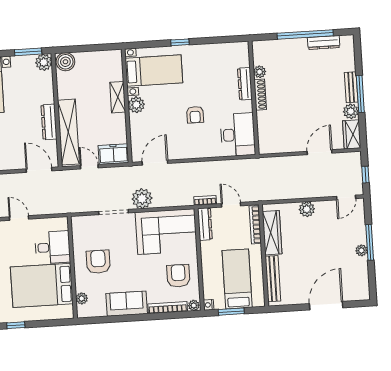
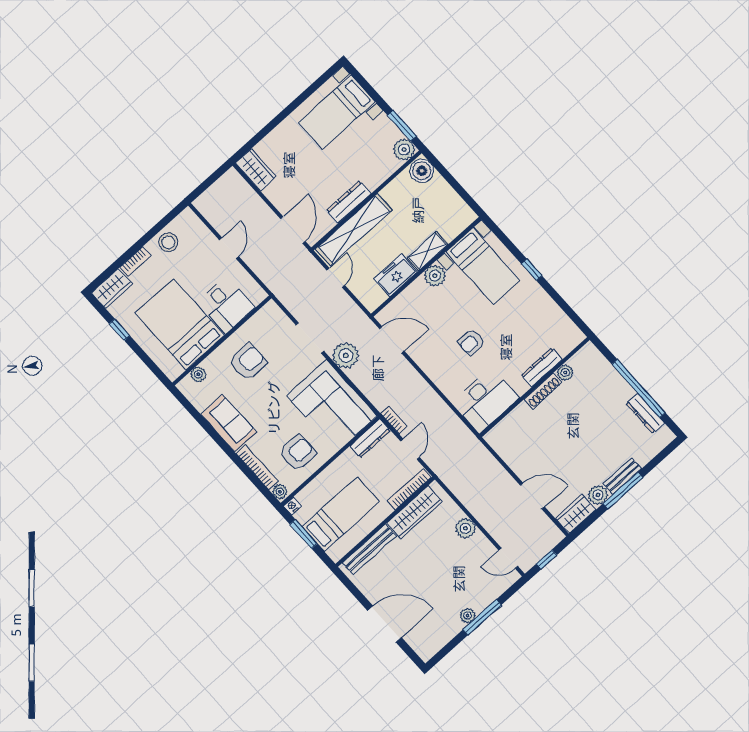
freezer: (113, 154) -> (396, 275), moved, turned -90

